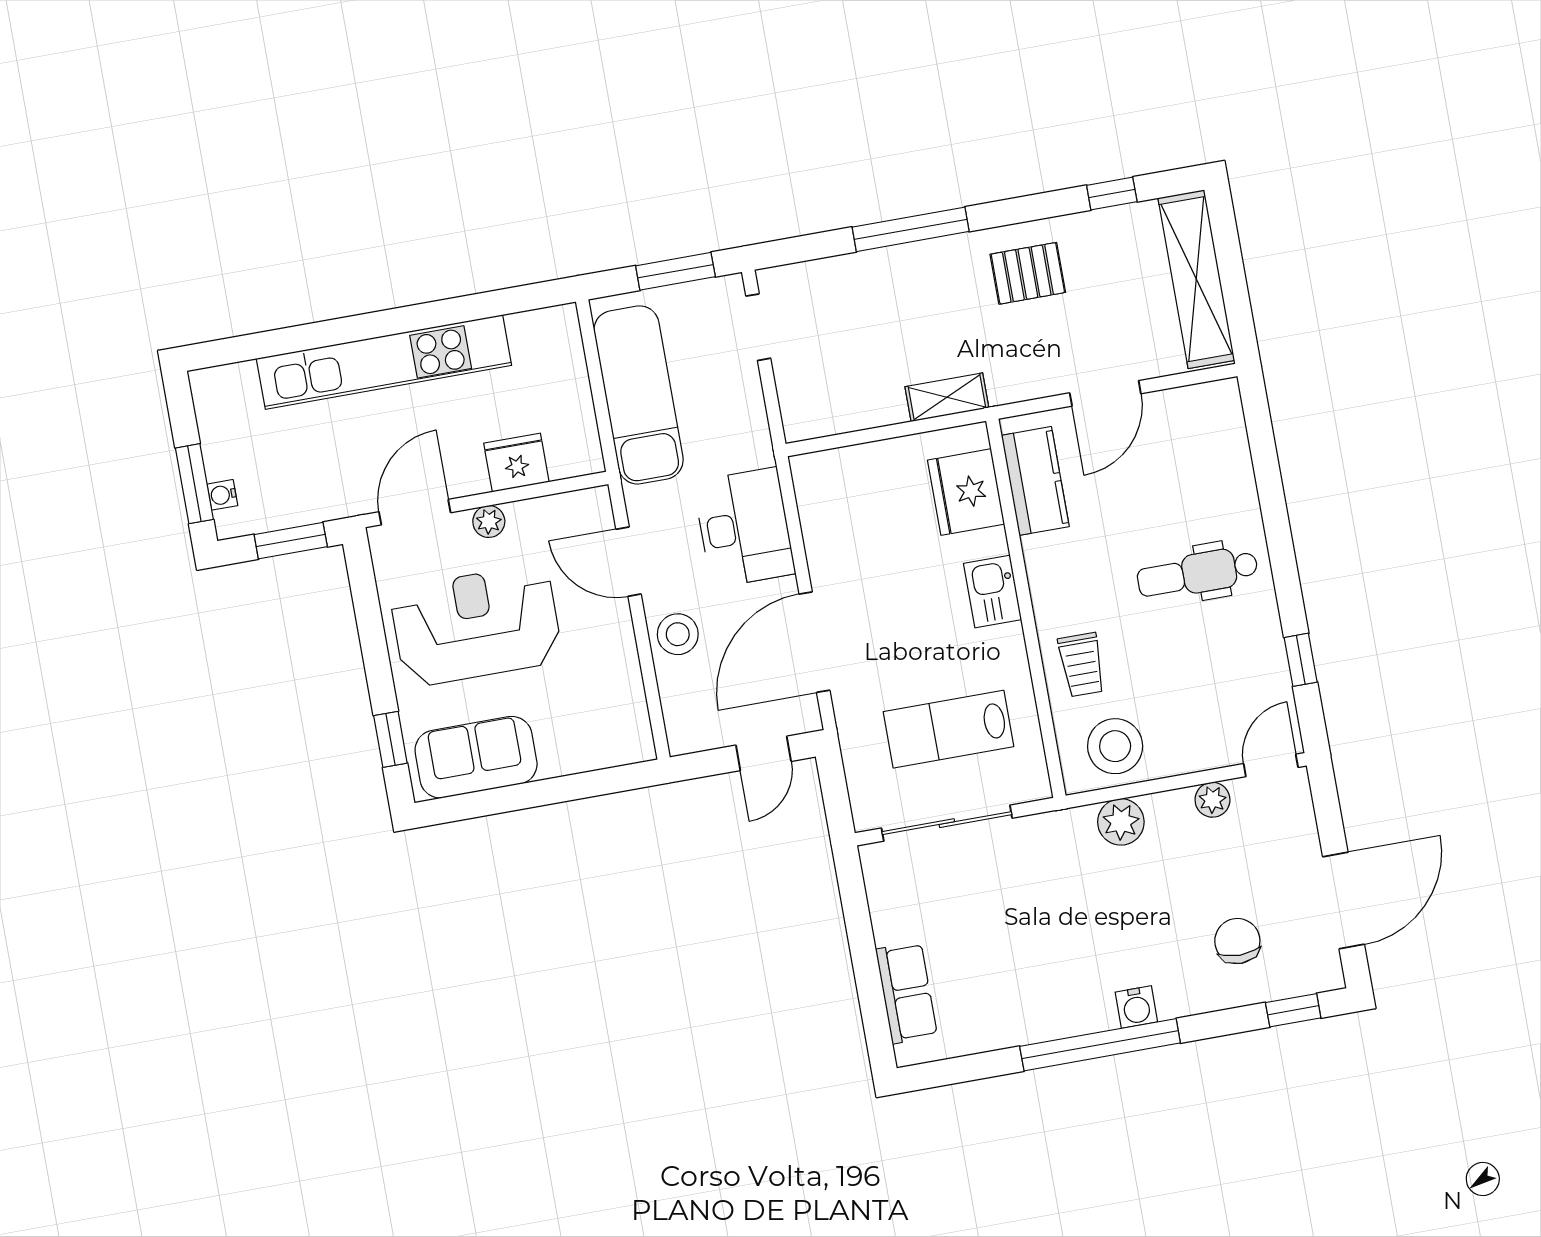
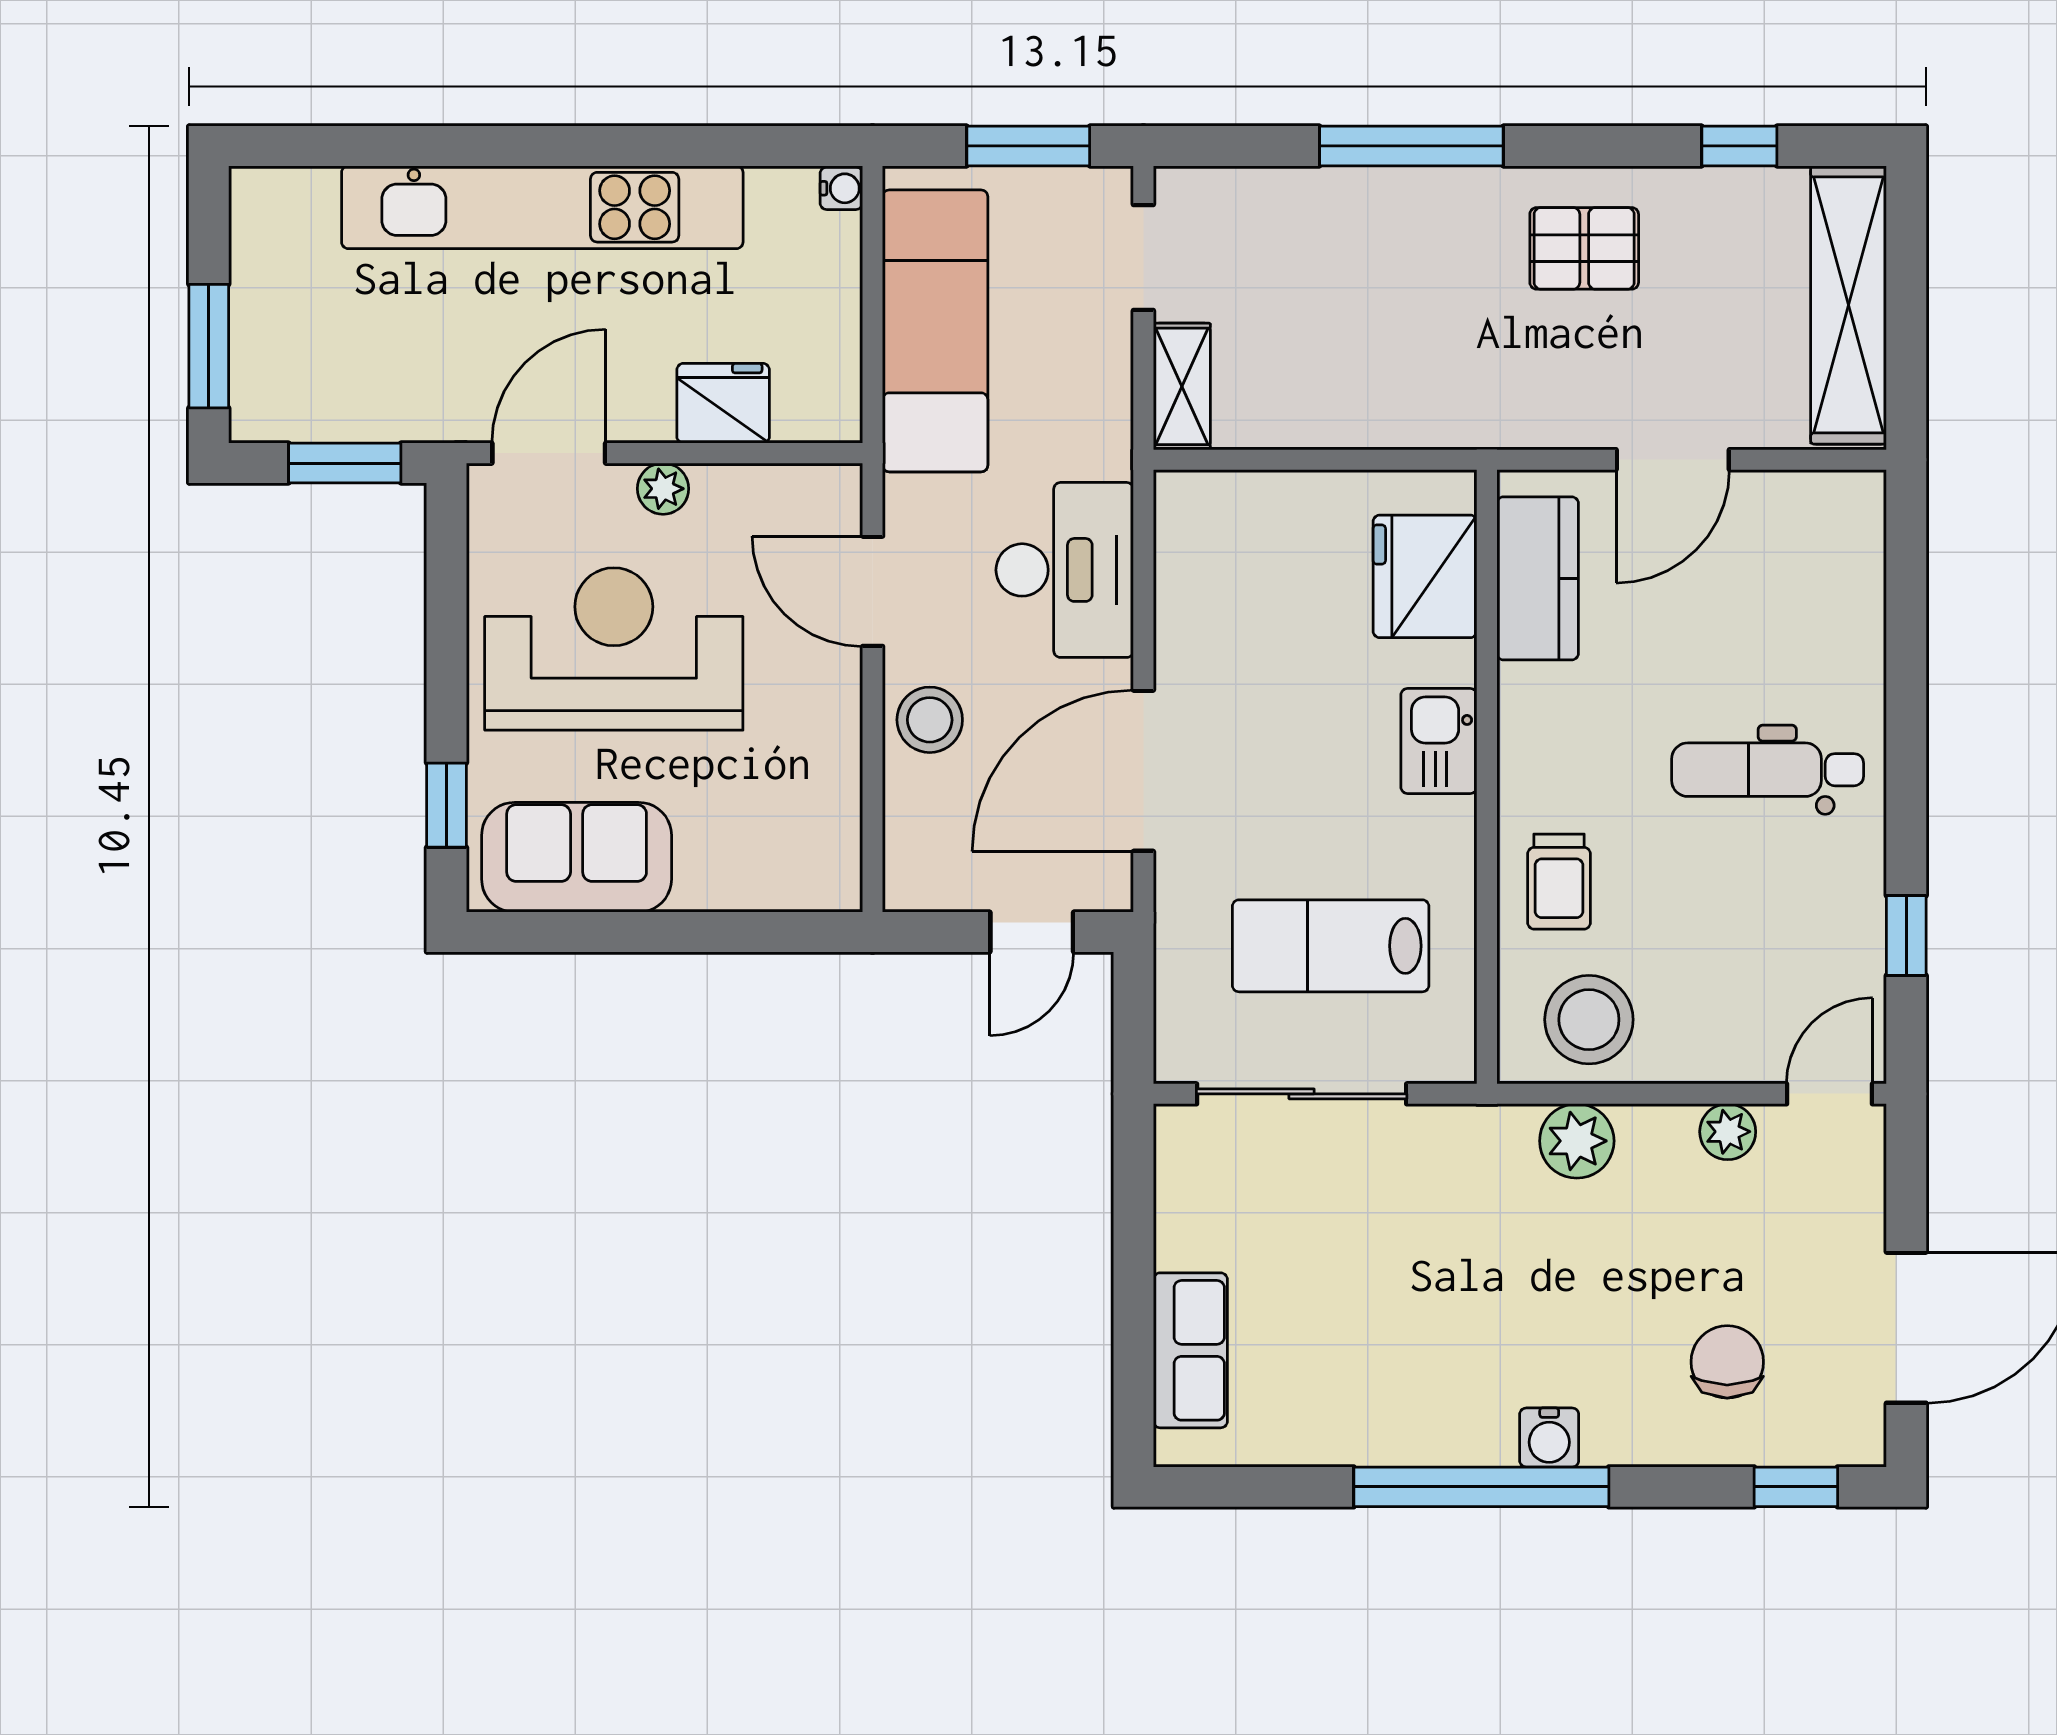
shelving: (947, 397) -> (1182, 386), moved, turned 90
water cooler: (222, 495) -> (841, 188), moved, turned 180

